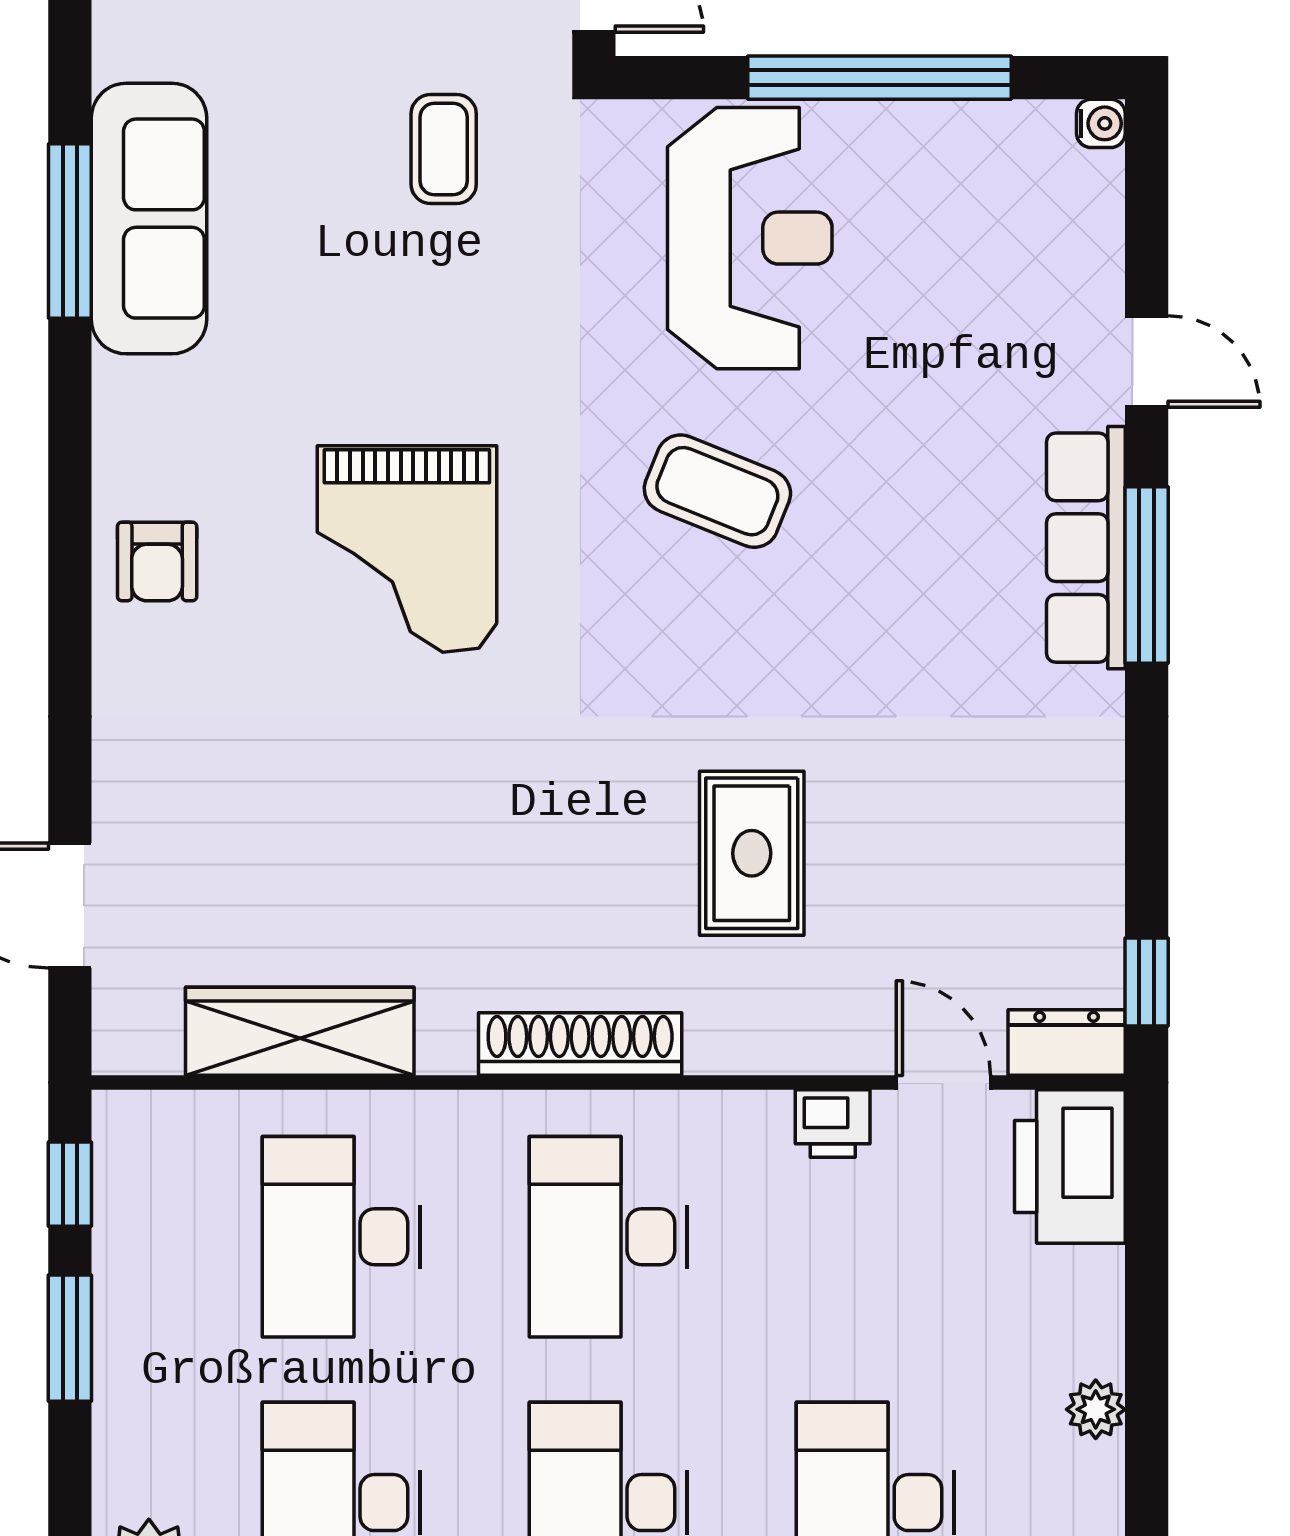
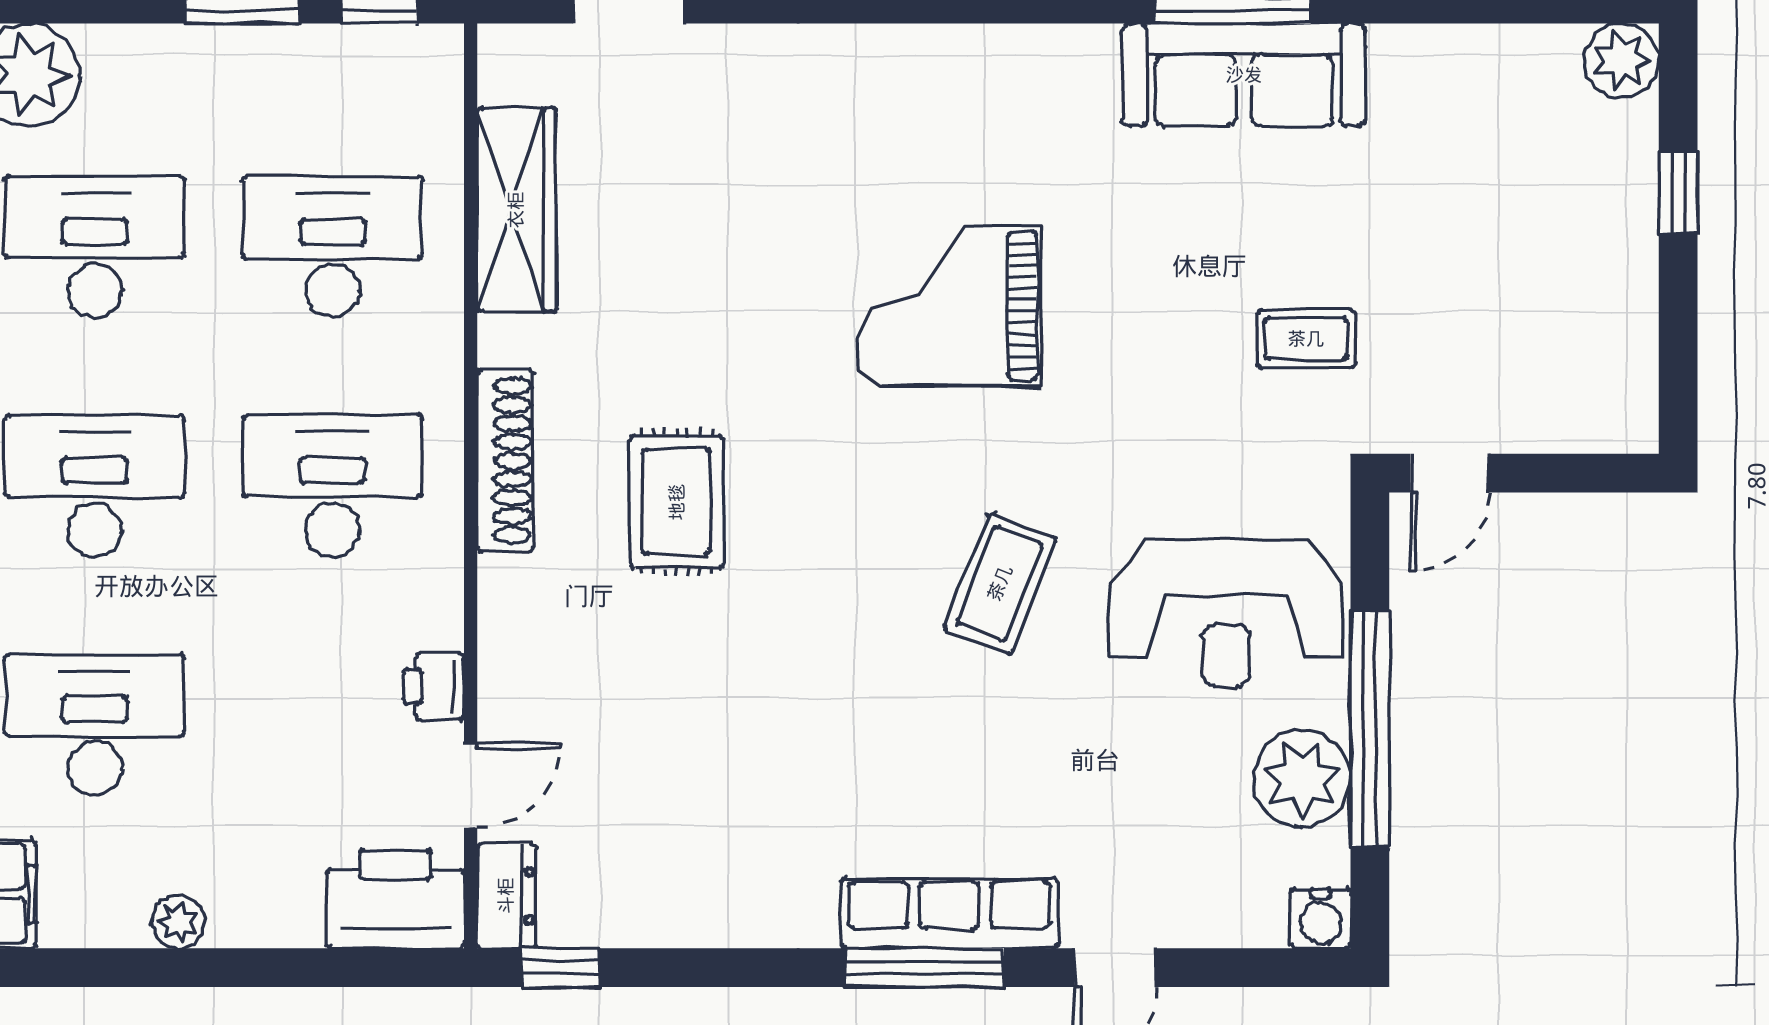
water cooler: (1101, 123) -> (1321, 918), width x1.38, depth x1.38
plant: (936, 153) -> (1302, 779), added
armchair: (157, 561) -> (937, 82), removed
rug: (752, 853) -> (677, 502), moved, turned 90

